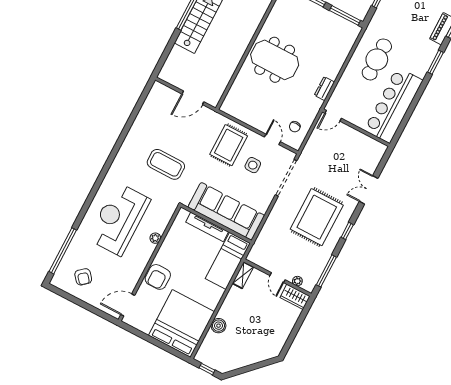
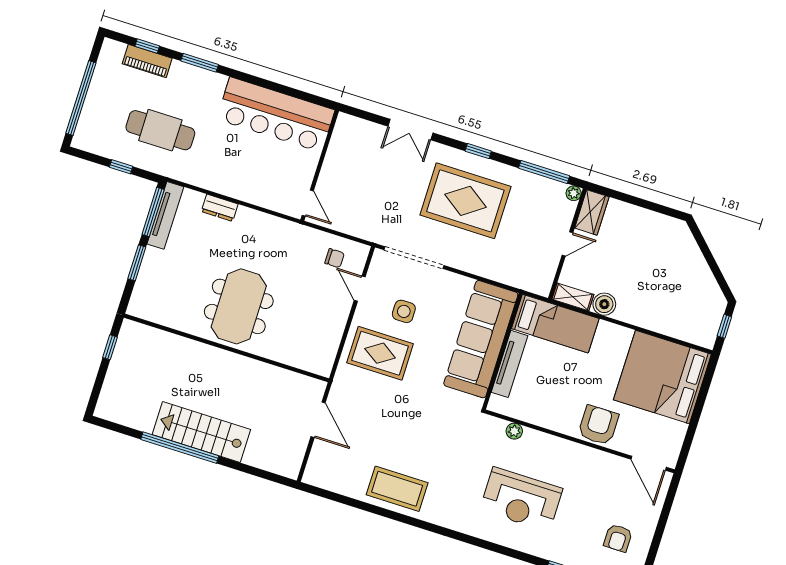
tv unit: (341, 23) -> (165, 215), added
cafe table: (377, 59) -> (160, 130), moved
dresser: (324, 89) -> (220, 208), moved
door: (272, 139) -> (360, 289), hinge flipped
coffee table: (166, 164) -> (397, 489), moved, turned 90
reception desk: (119, 219) -> (521, 499), width x0.74, depth x0.77
plant: (155, 238) -> (514, 431), moved
armchair: (83, 277) -> (618, 538), turned 130
armchair: (158, 277) -> (598, 425), turned -90
plant: (297, 281) -> (574, 193), moved
boiler: (218, 326) -> (604, 304), moved

